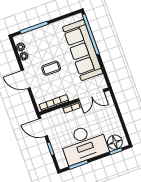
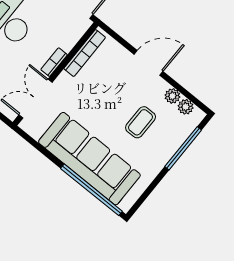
coffee table: (51, 68) -> (141, 122), moved

